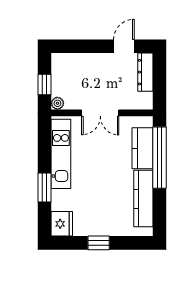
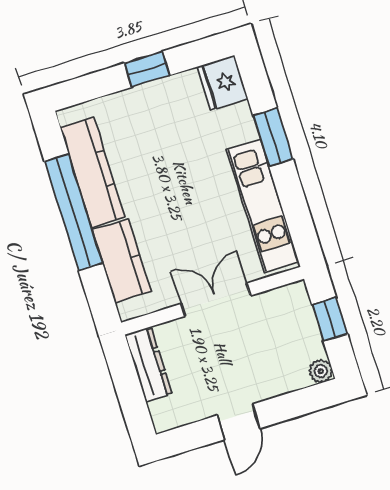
door: (124, 46) -> (239, 422), moved
dresser: (145, 72) -> (148, 364), moved
plant: (57, 103) -> (321, 371), moved
window: (159, 158) -> (74, 212), moved

